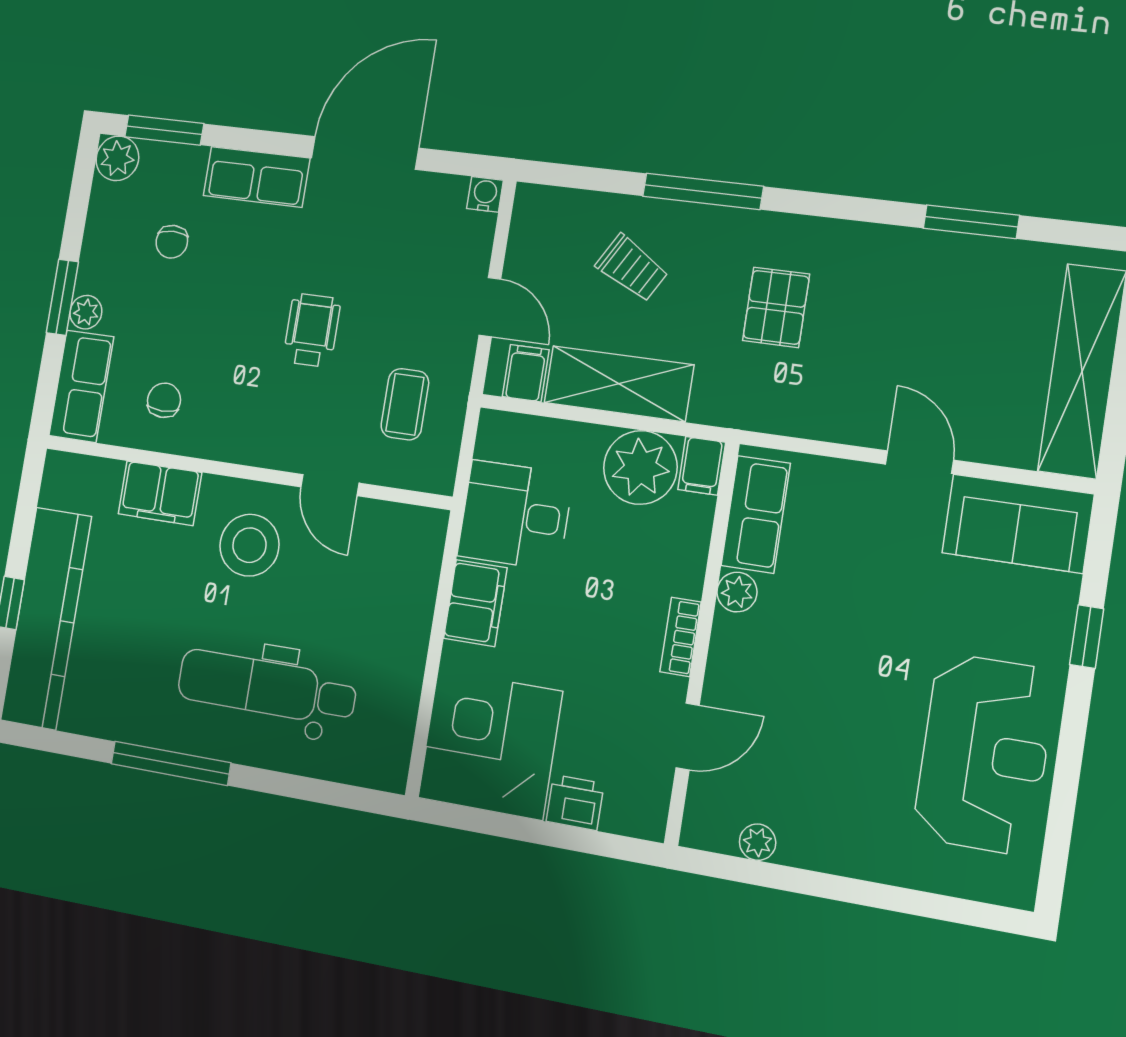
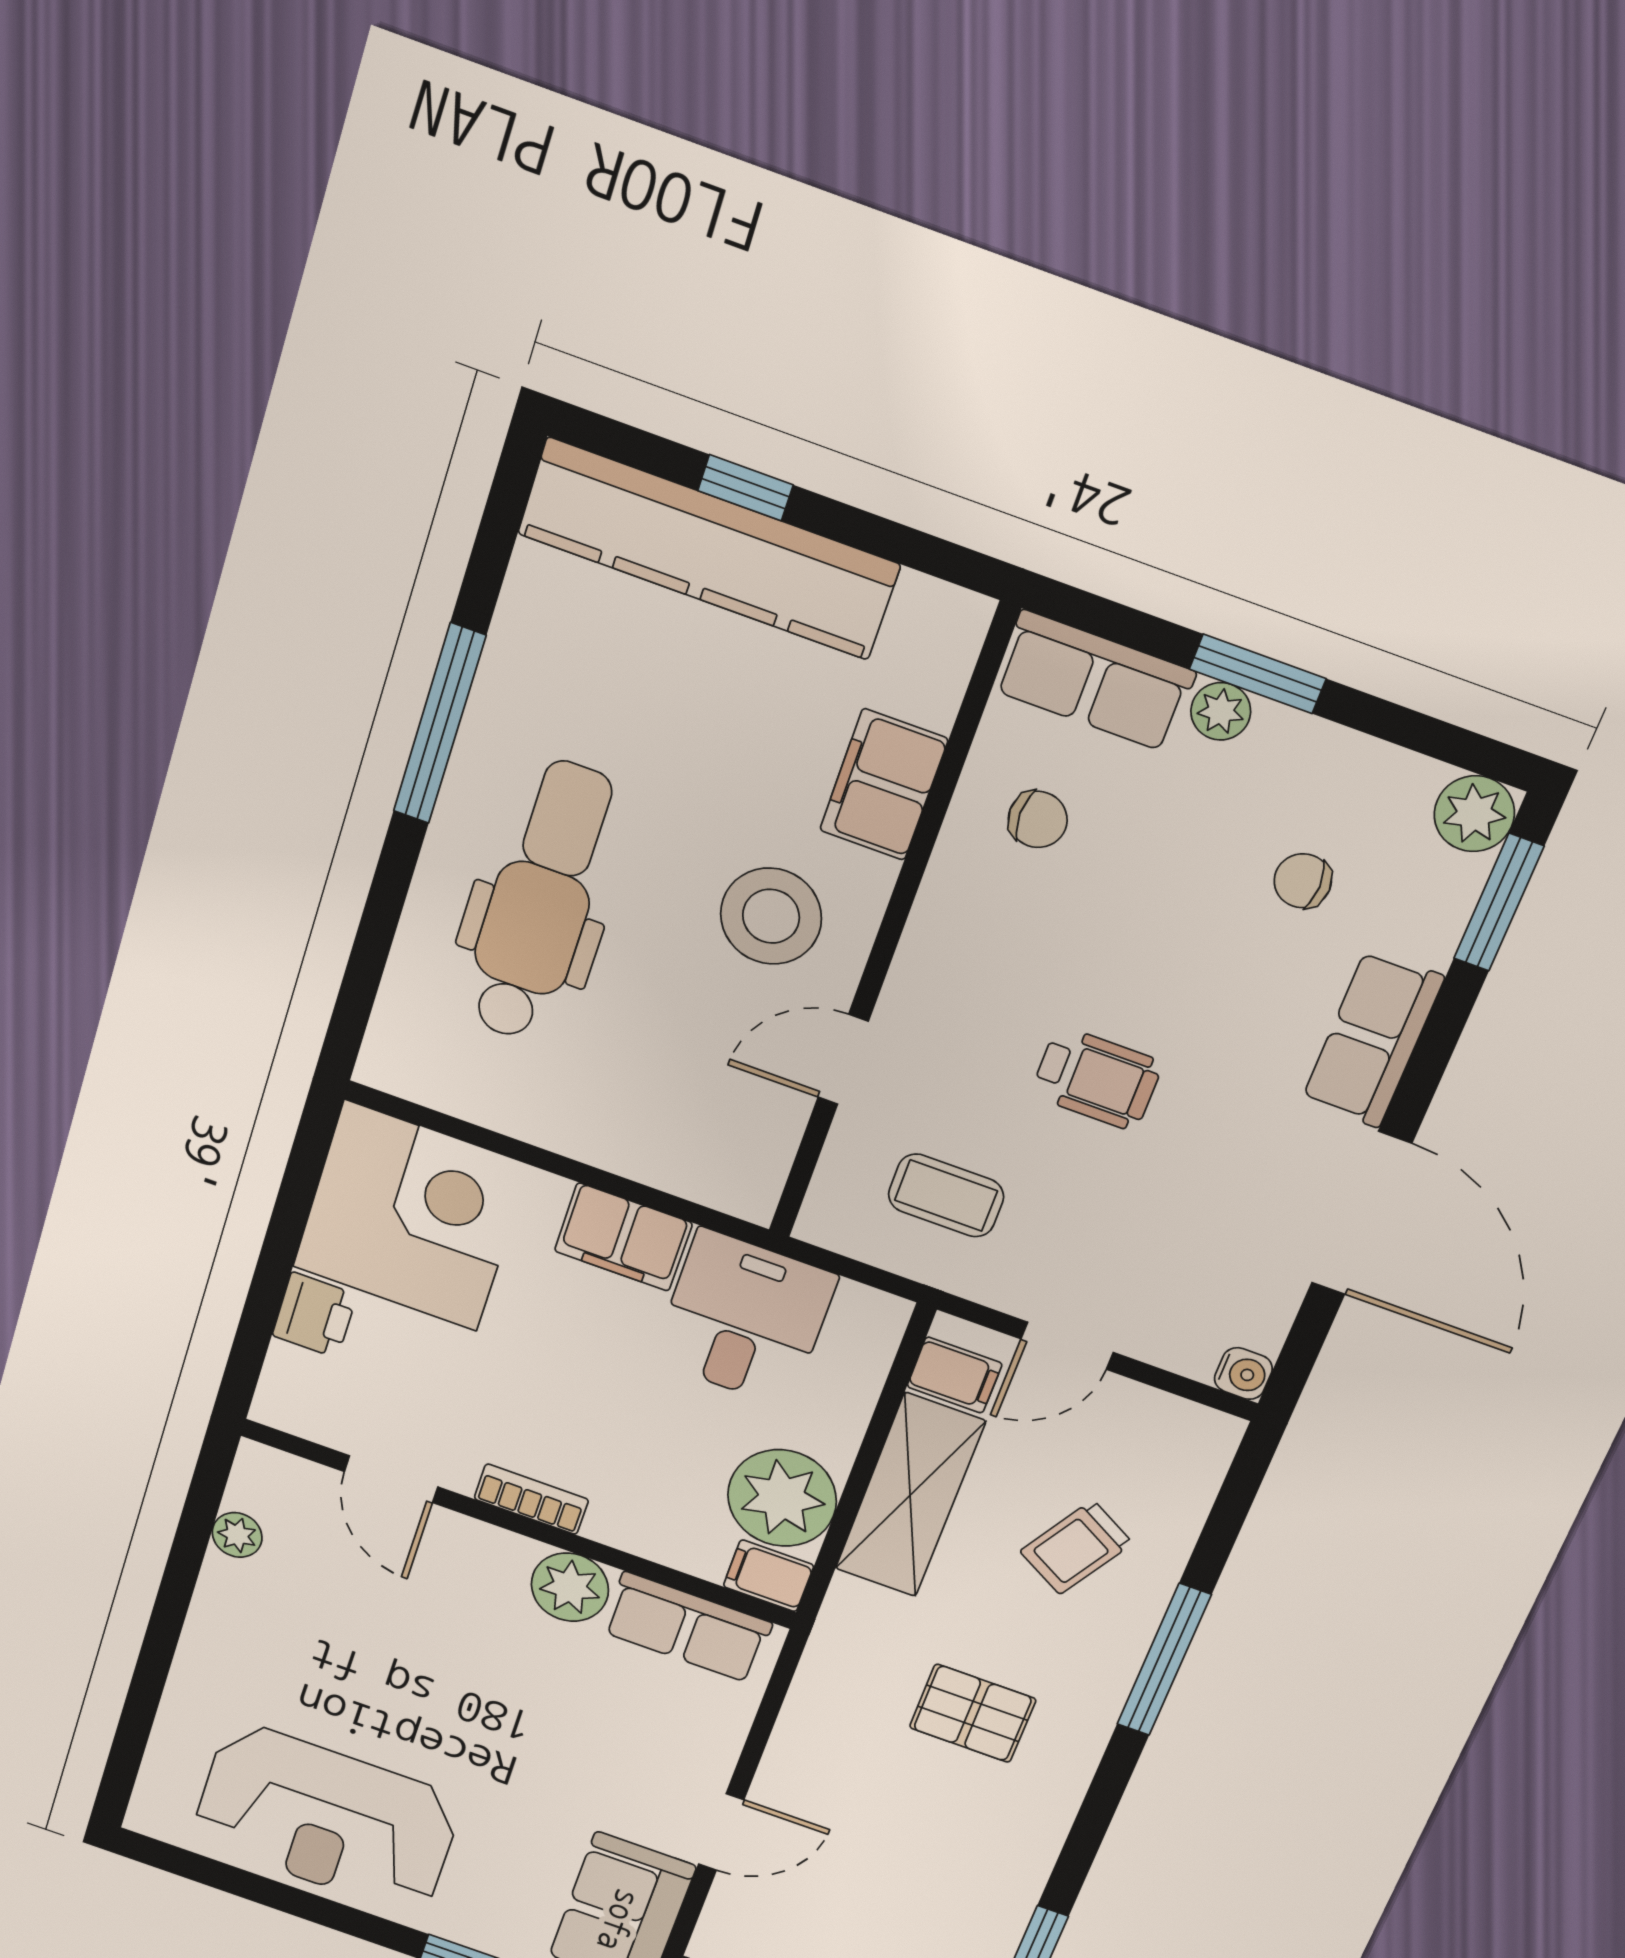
plant: (737, 592) -> (570, 1587), width x1.38, depth x1.38

